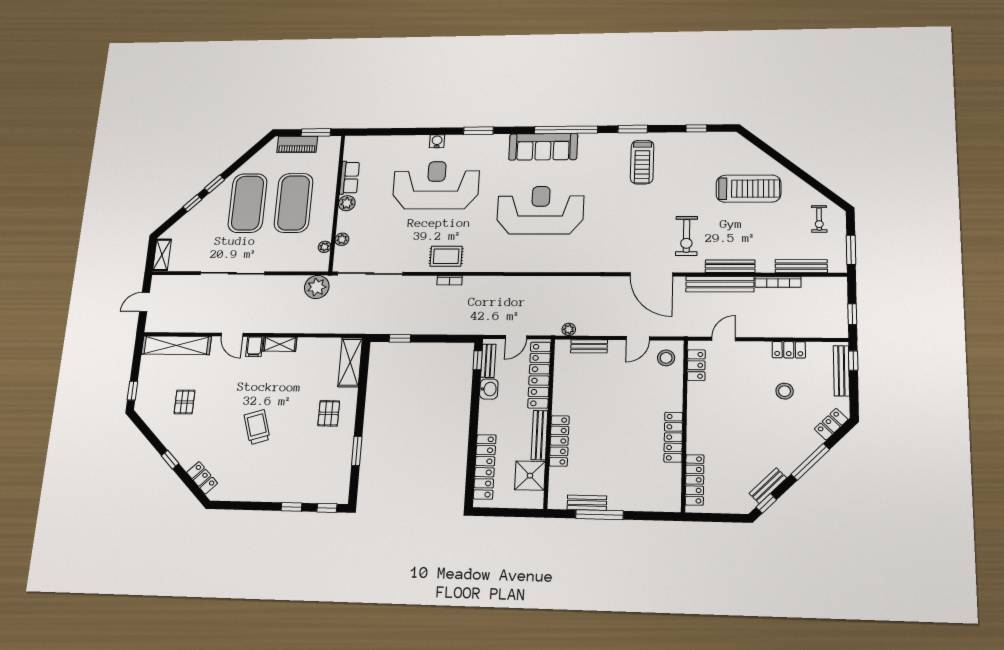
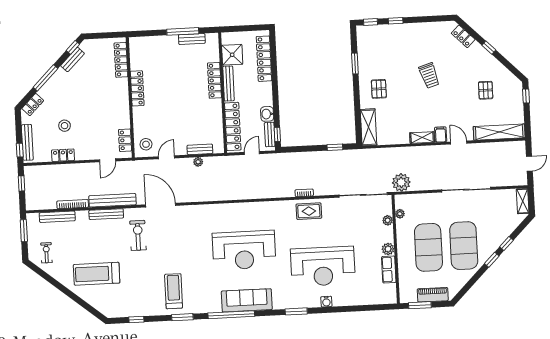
plant: (569, 329) -> (198, 162), moved

